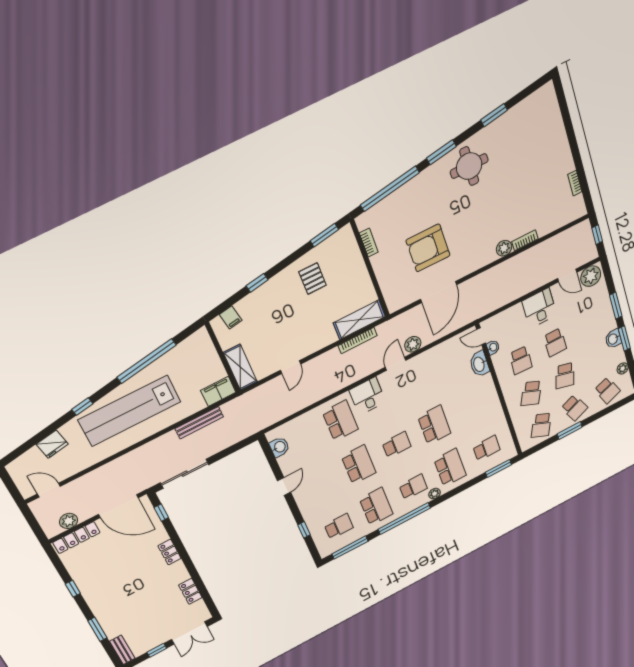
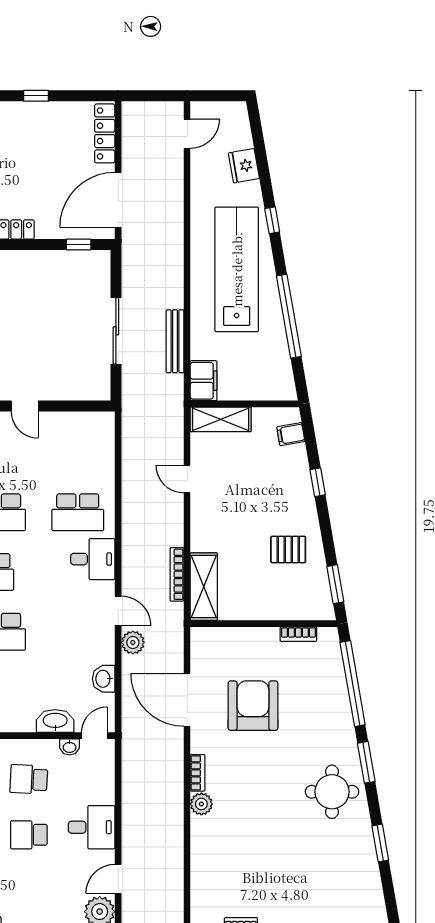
bookcase: (525, 240) -> (198, 773), moved
washbasin: (279, 447) -> (104, 679), moved, turned 90
sliding door: (185, 474) -> (116, 331), moved
plant: (69, 521) -> (133, 135), removed

